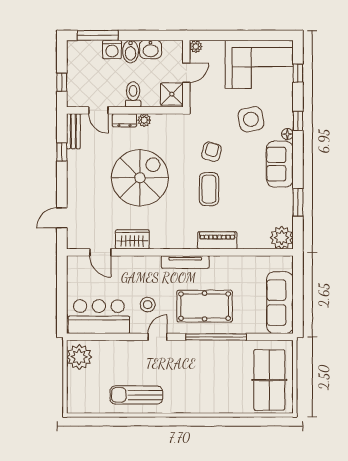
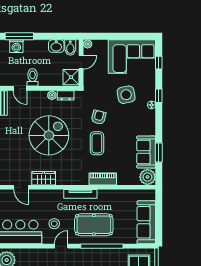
washing machine: (112, 49) -> (16, 46), moved
bidet: (130, 52) -> (70, 48), moved
toilet: (133, 94) -> (32, 77), moved
dresser: (124, 120) -> (66, 95), moved
sofa: (280, 164) -> (146, 152), moved

